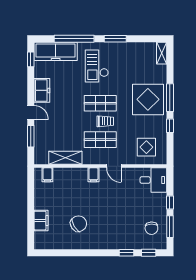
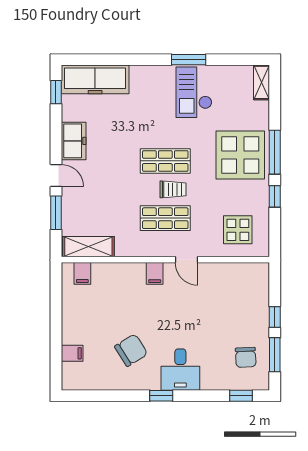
window: (74, 39) -> (124, 60), removed
checkout: (97, 66) -> (194, 92), moved
shelving: (65, 158) -> (88, 247), moved
desk: (153, 180) -> (180, 370), moved, turned 90
filing cabinet: (41, 221) -> (72, 353), width x0.50
window: (127, 253) -> (161, 396), moved

